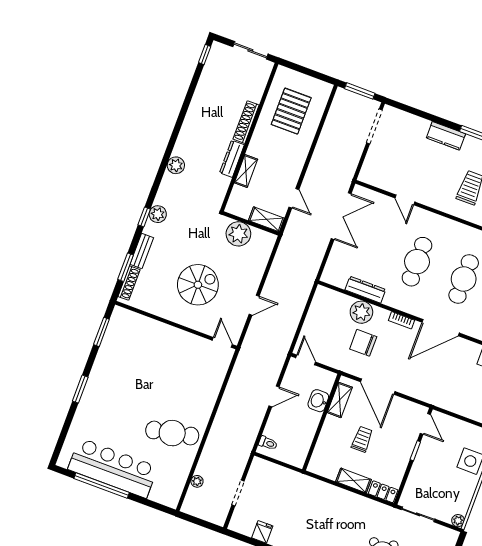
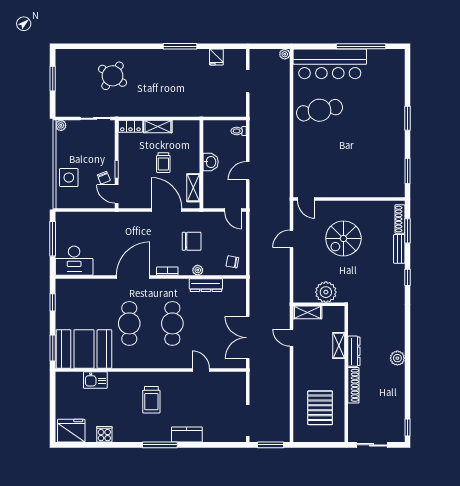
plant: (176, 165) -> (397, 358), moved
plant: (158, 214) -> (397, 284), removed
chair: (327, 304) -> (232, 262), added
plant: (361, 312) -> (198, 270), width x0.53, depth x0.53
washbasin: (318, 401) -> (211, 162), moved
chair: (433, 447) -> (104, 178), added
bar counter: (113, 468) -> (330, 64), moved
plant: (197, 481) -> (285, 54), moved

